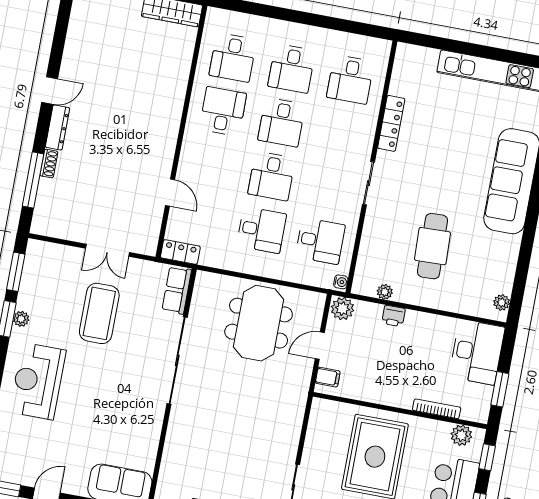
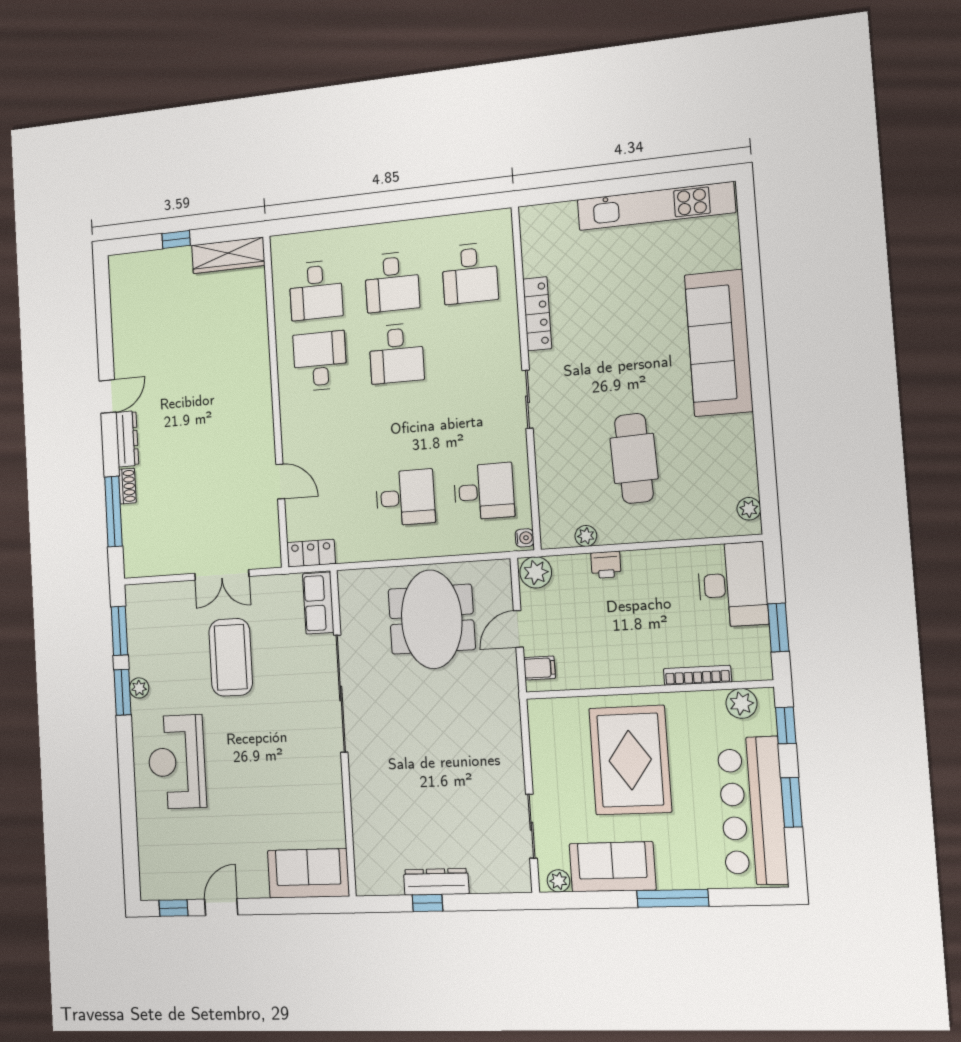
desk: (271, 176) -> (401, 425), removed

